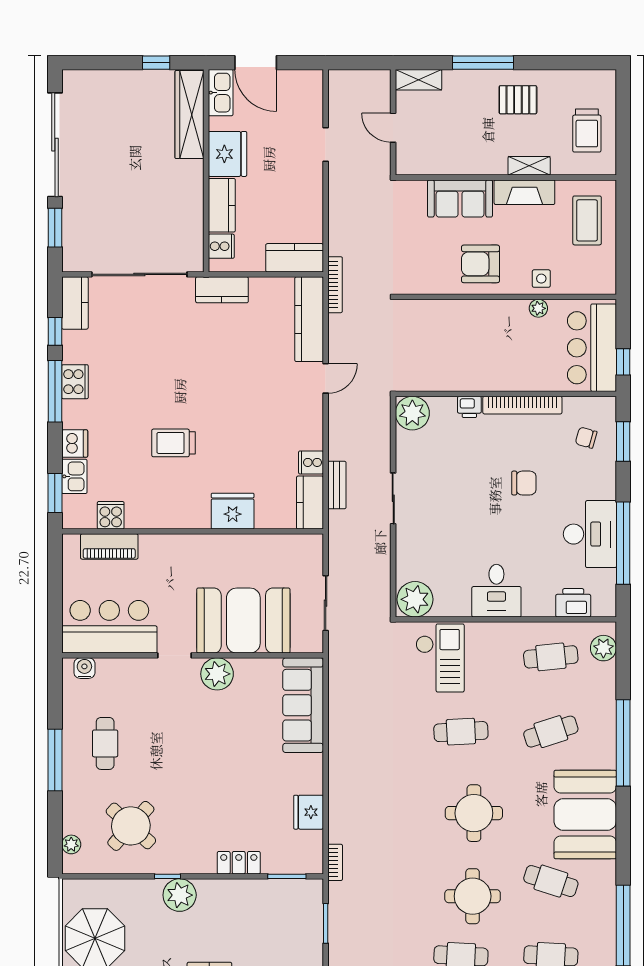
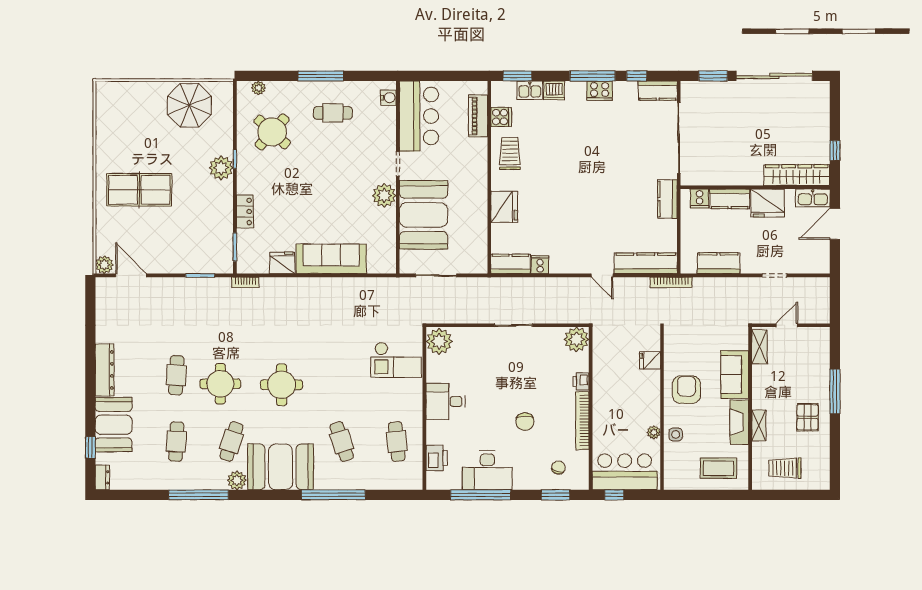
shelving: (419, 80) -> (759, 347), moved
kitchen counter: (295, 258) -> (718, 263), moved, turned -90
fridge: (441, 313) -> (650, 360), added
trolley: (174, 443) -> (510, 153), moved
bench: (337, 485) -> (523, 284), removed
plant: (603, 648) -> (237, 480), moved
sofa: (303, 705) -> (331, 259), moved
cafe table: (461, 732) -> (342, 375), removed

